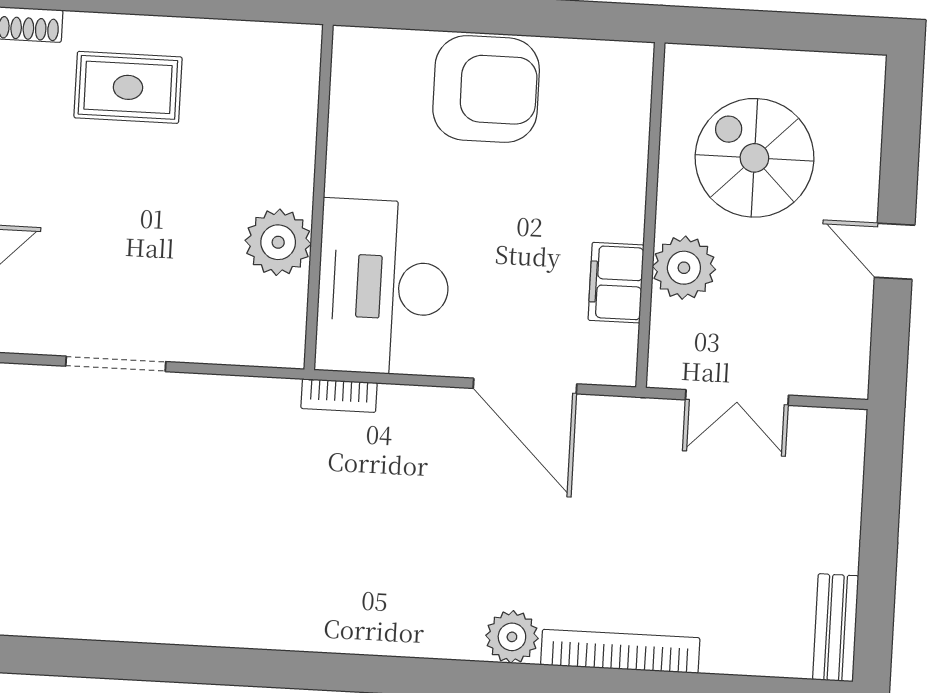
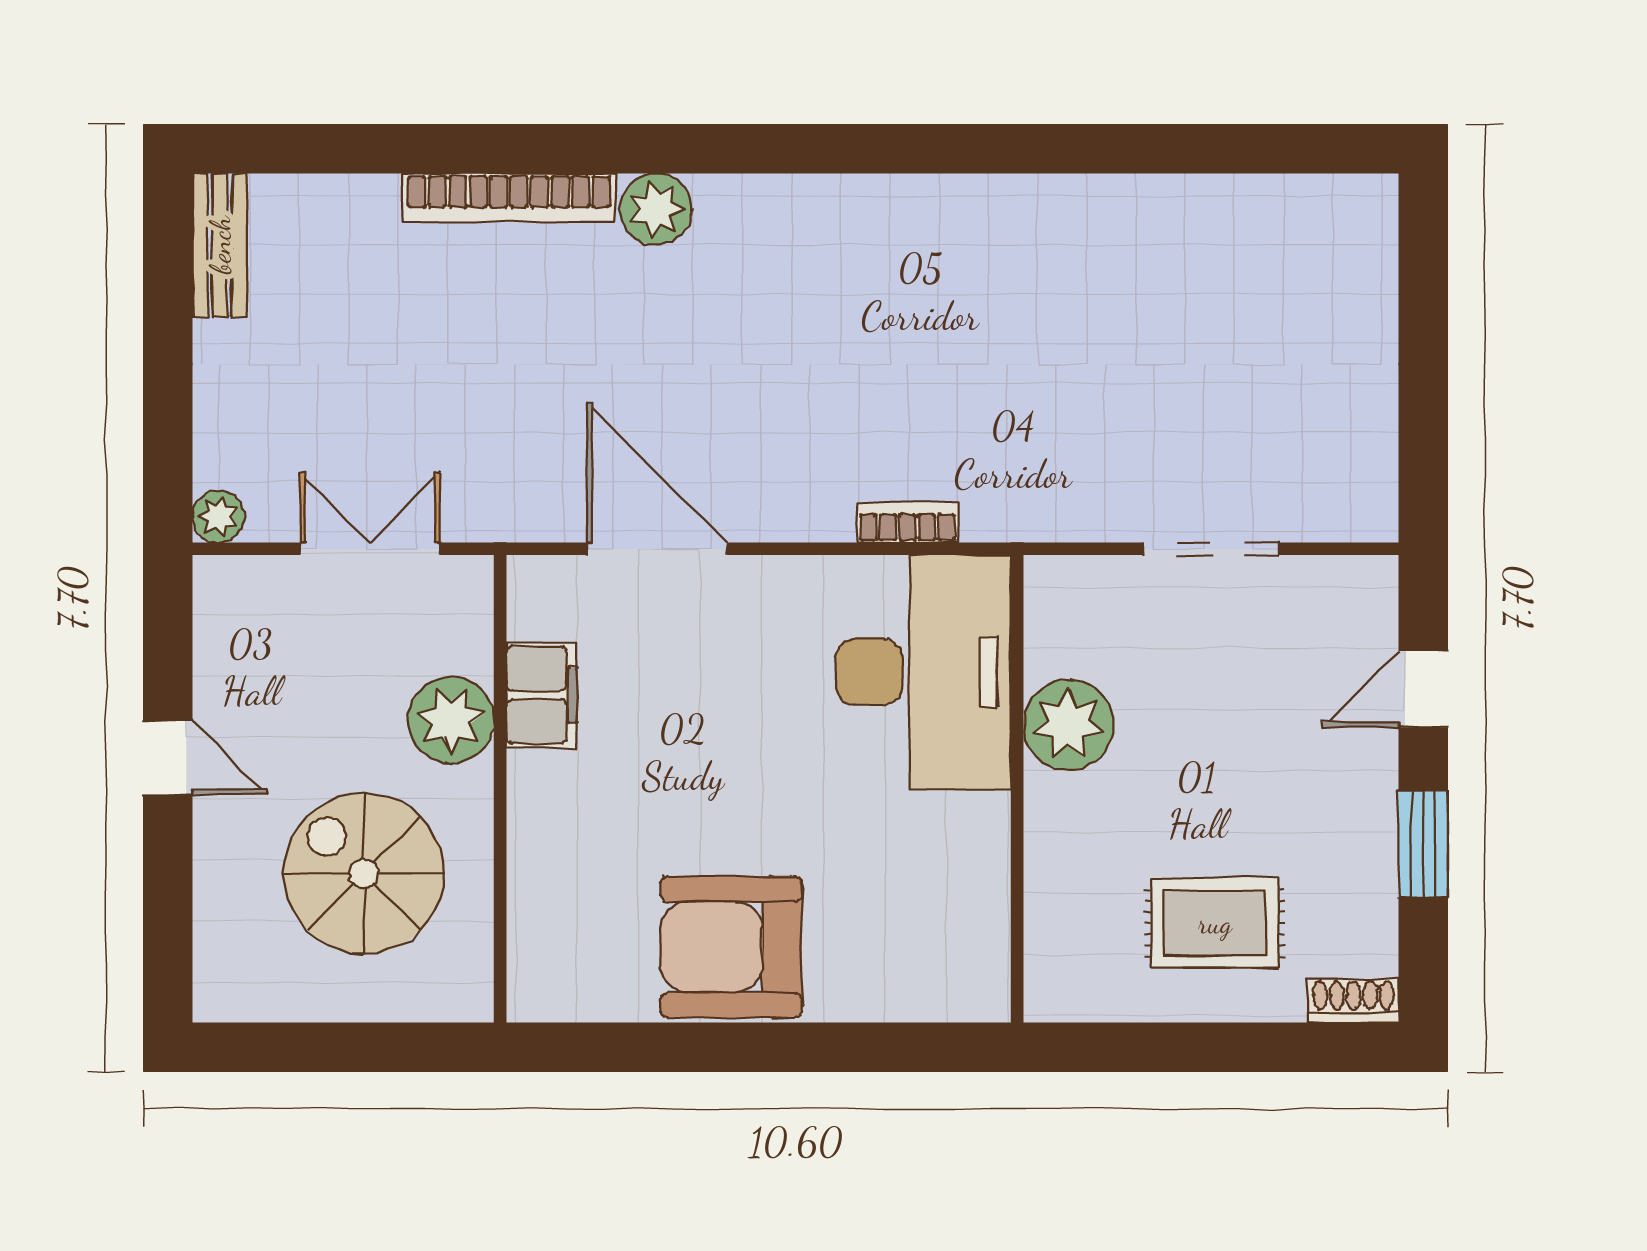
spiral stairs: (754, 158) -> (364, 874), turned 180
wall: (319, 197) -> (1017, 789), moved
plant: (278, 242) -> (1068, 725), moved
desk: (383, 287) -> (923, 672), moved
plant: (848, 427) -> (218, 517), added

